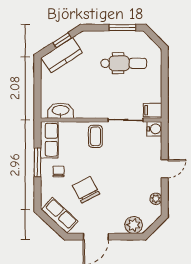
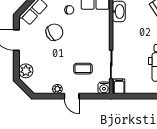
coffee table: (95, 136) -> (83, 69), moved
plant: (156, 199) -> (57, 89), moved

